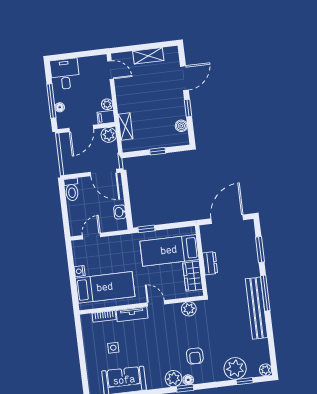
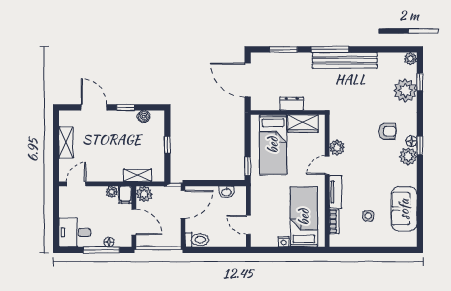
plant: (189, 309) -> (337, 148), moved

